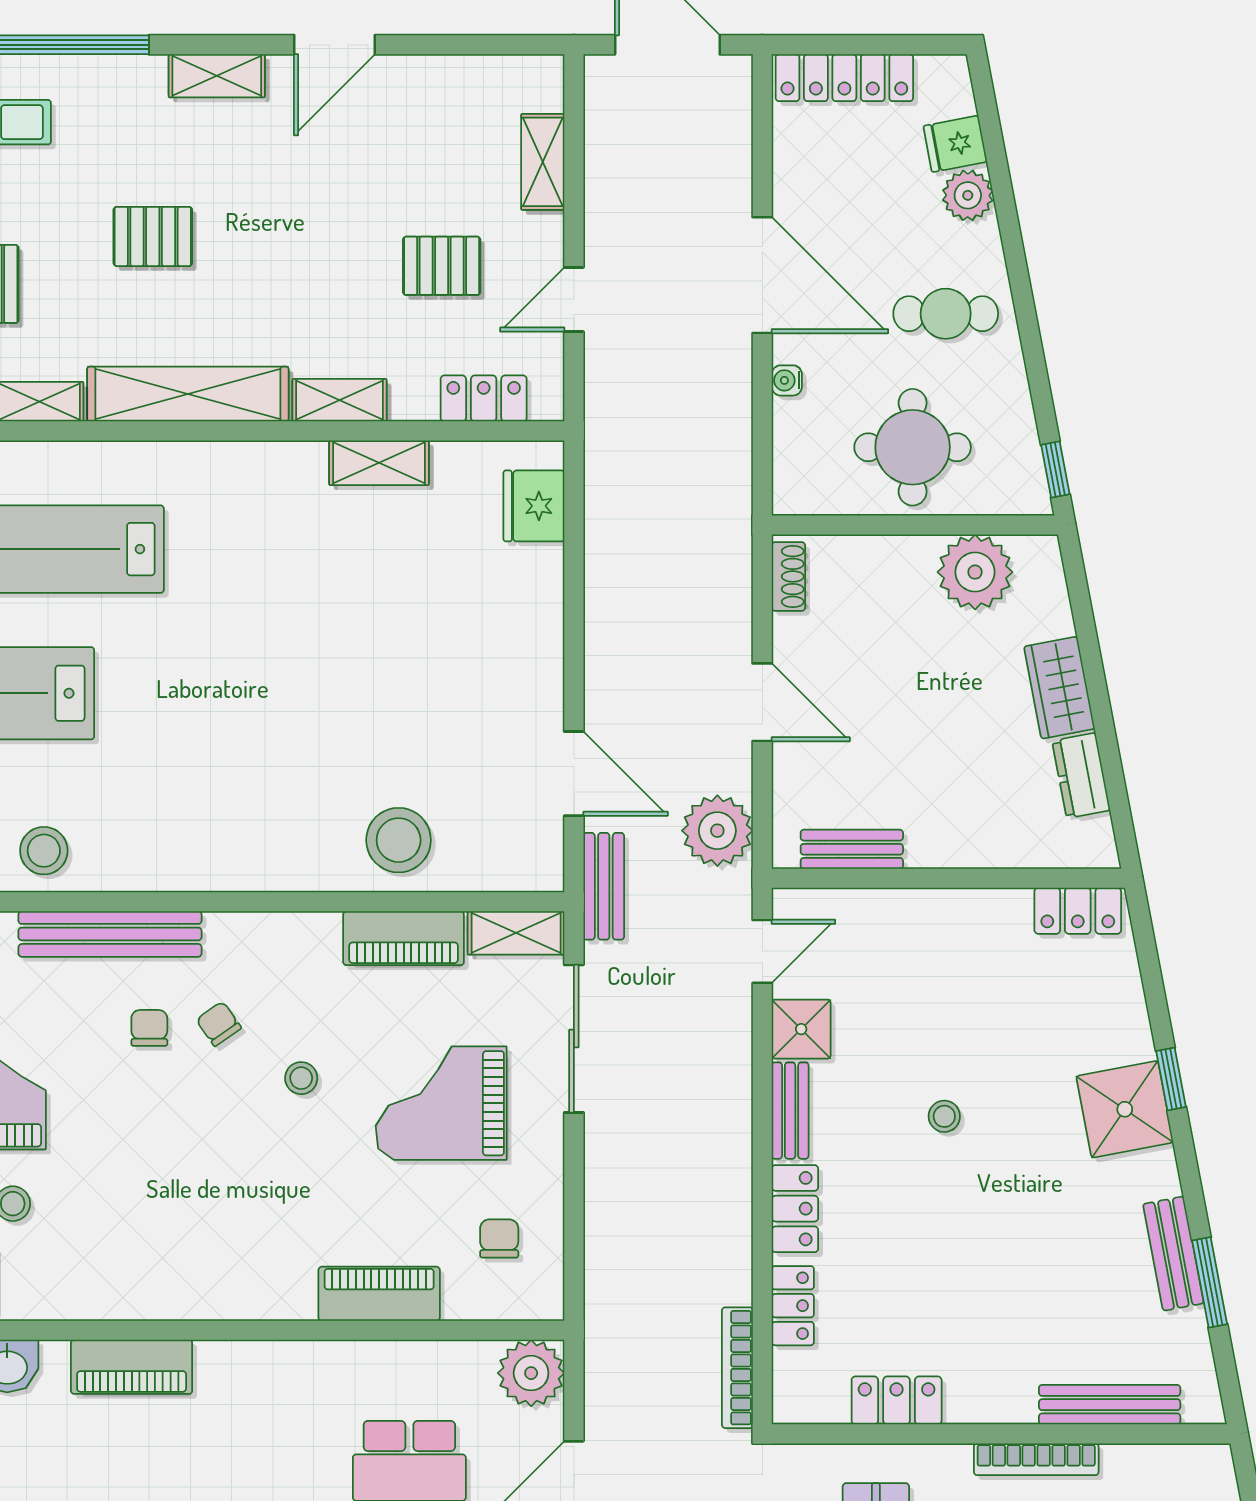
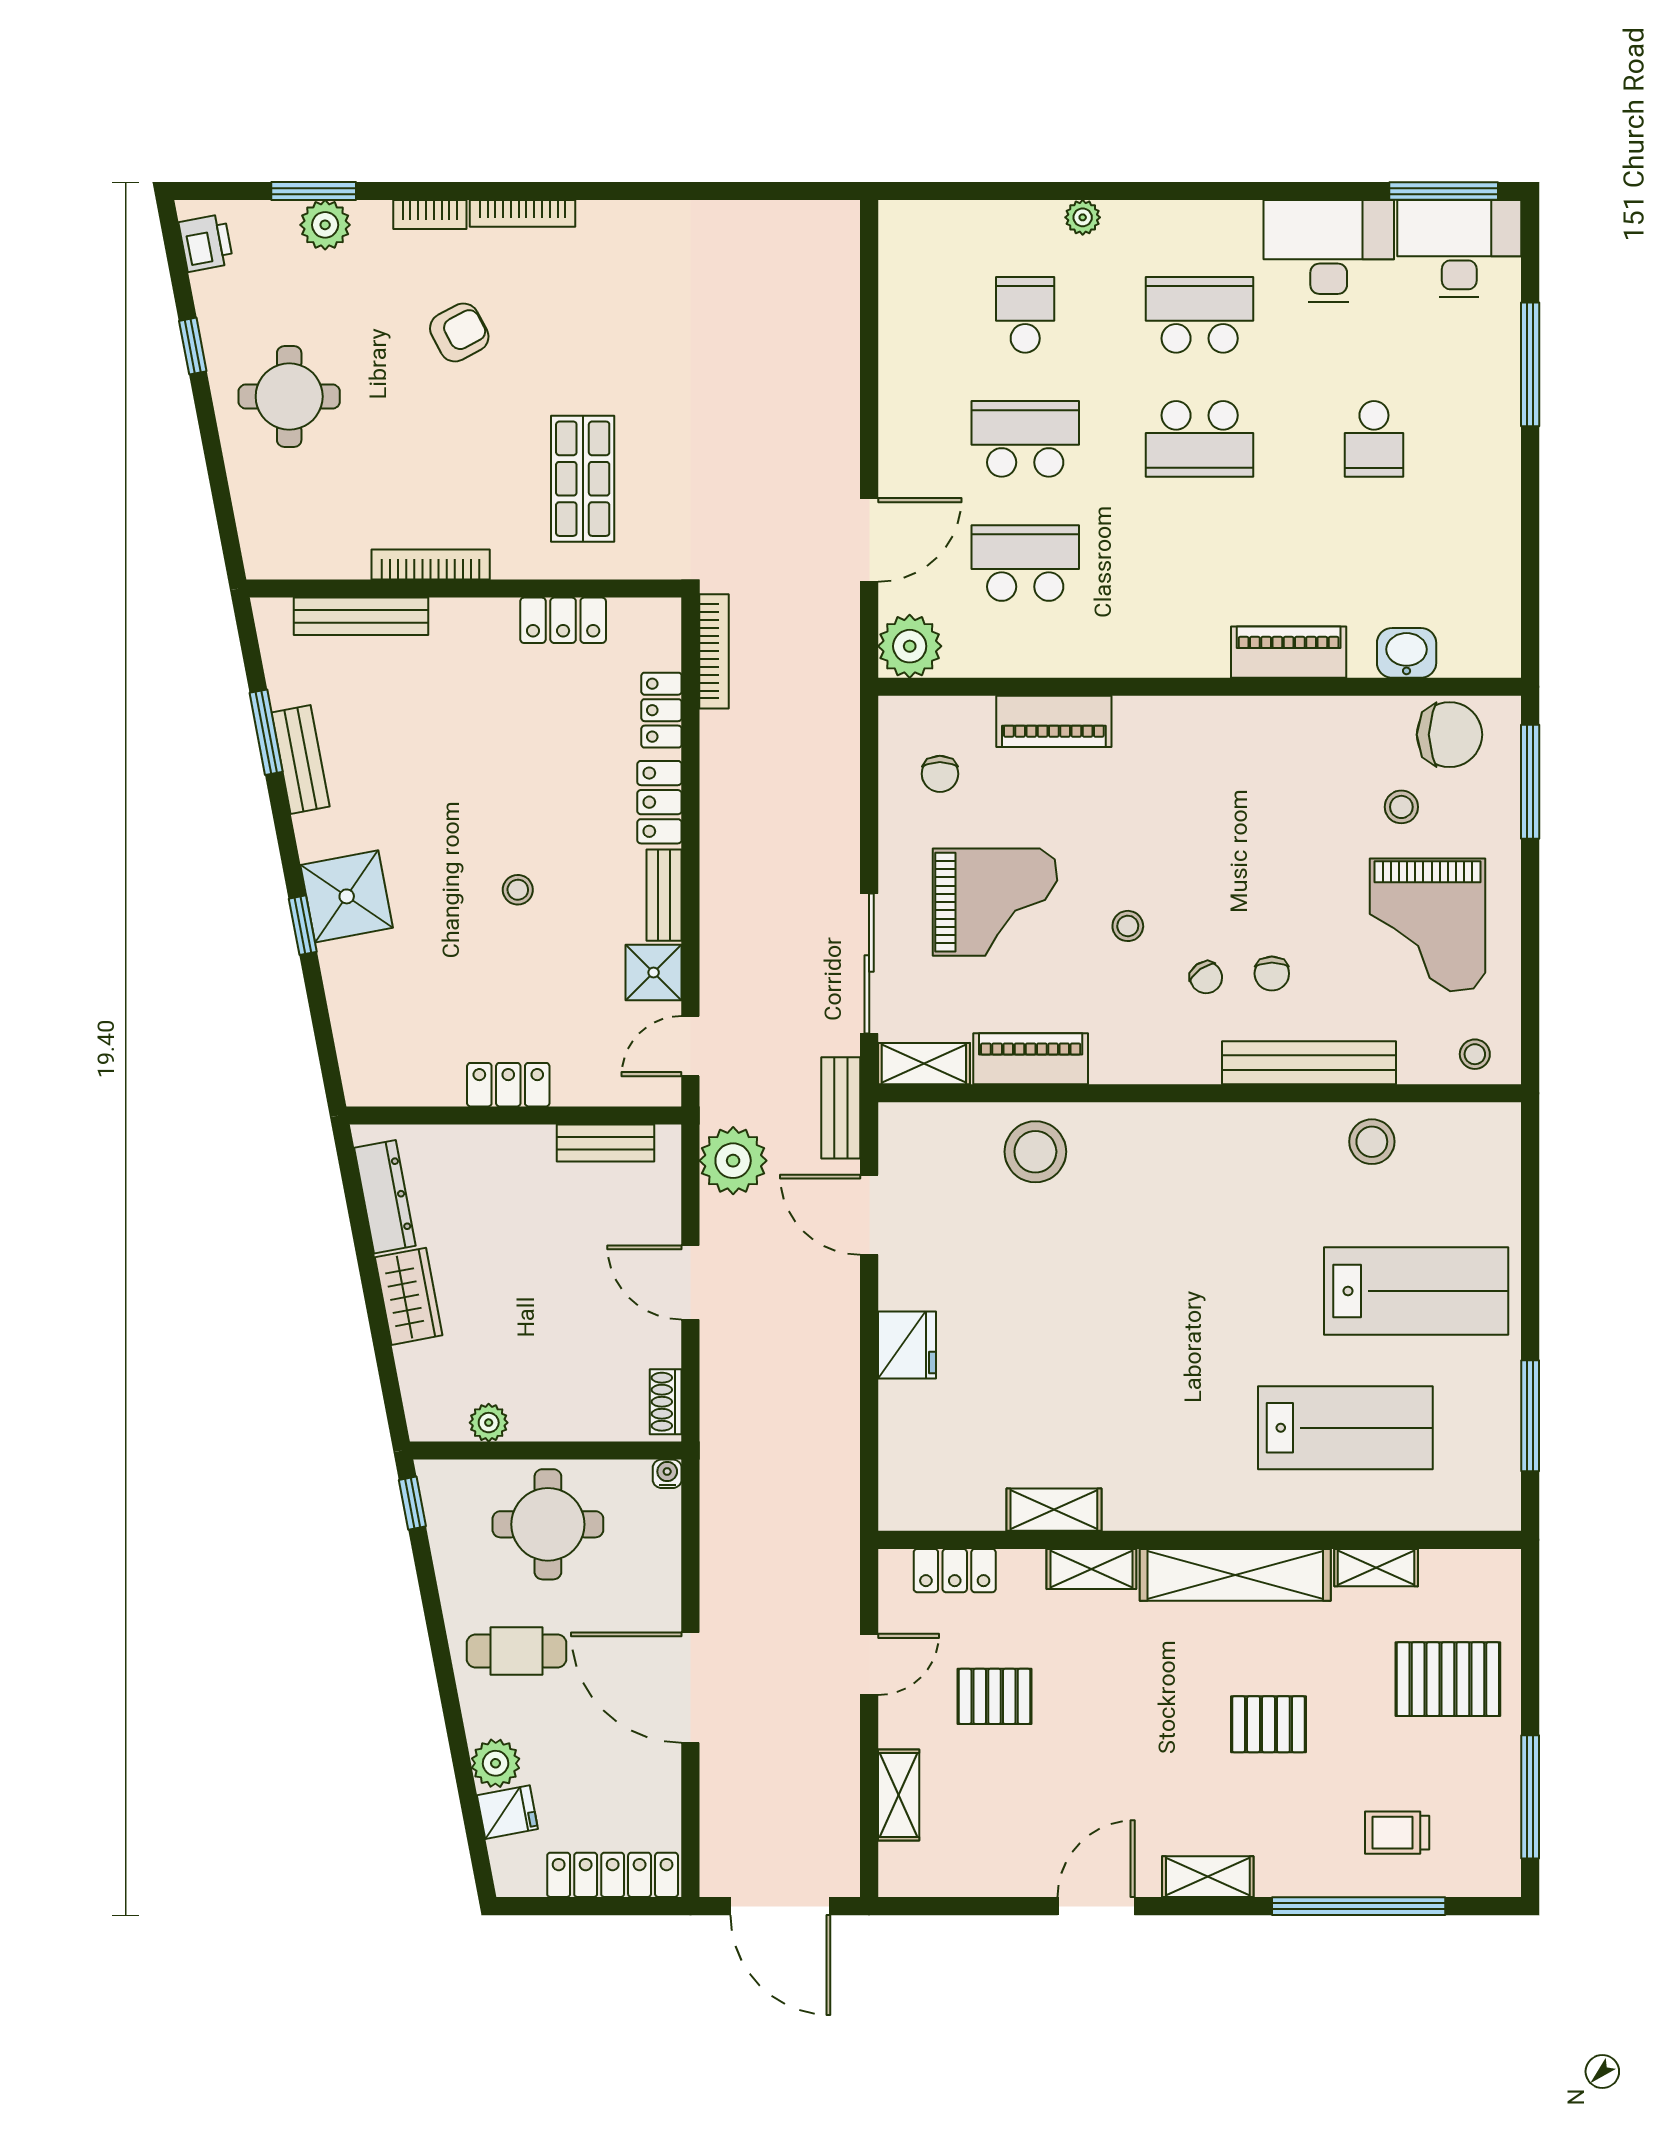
water cooler: (787, 380) -> (667, 1474), moved, turned -90
fridge: (534, 506) -> (907, 1345), moved
plant: (975, 572) -> (489, 1423), width x0.53, depth x0.53
dresser: (1081, 776) -> (385, 1197), width x1.44
locker: (1078, 911) -> (508, 1085), moved

